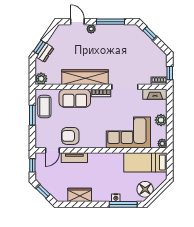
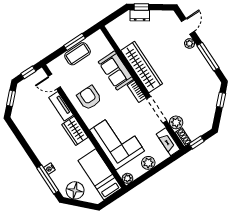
plant: (41, 79) -> (176, 122), moved
coffee table: (44, 107) -> (78, 54), moved
armchair: (70, 136) -> (89, 98), moved
wardrobe: (80, 195) -> (75, 131), moved, turned 180

